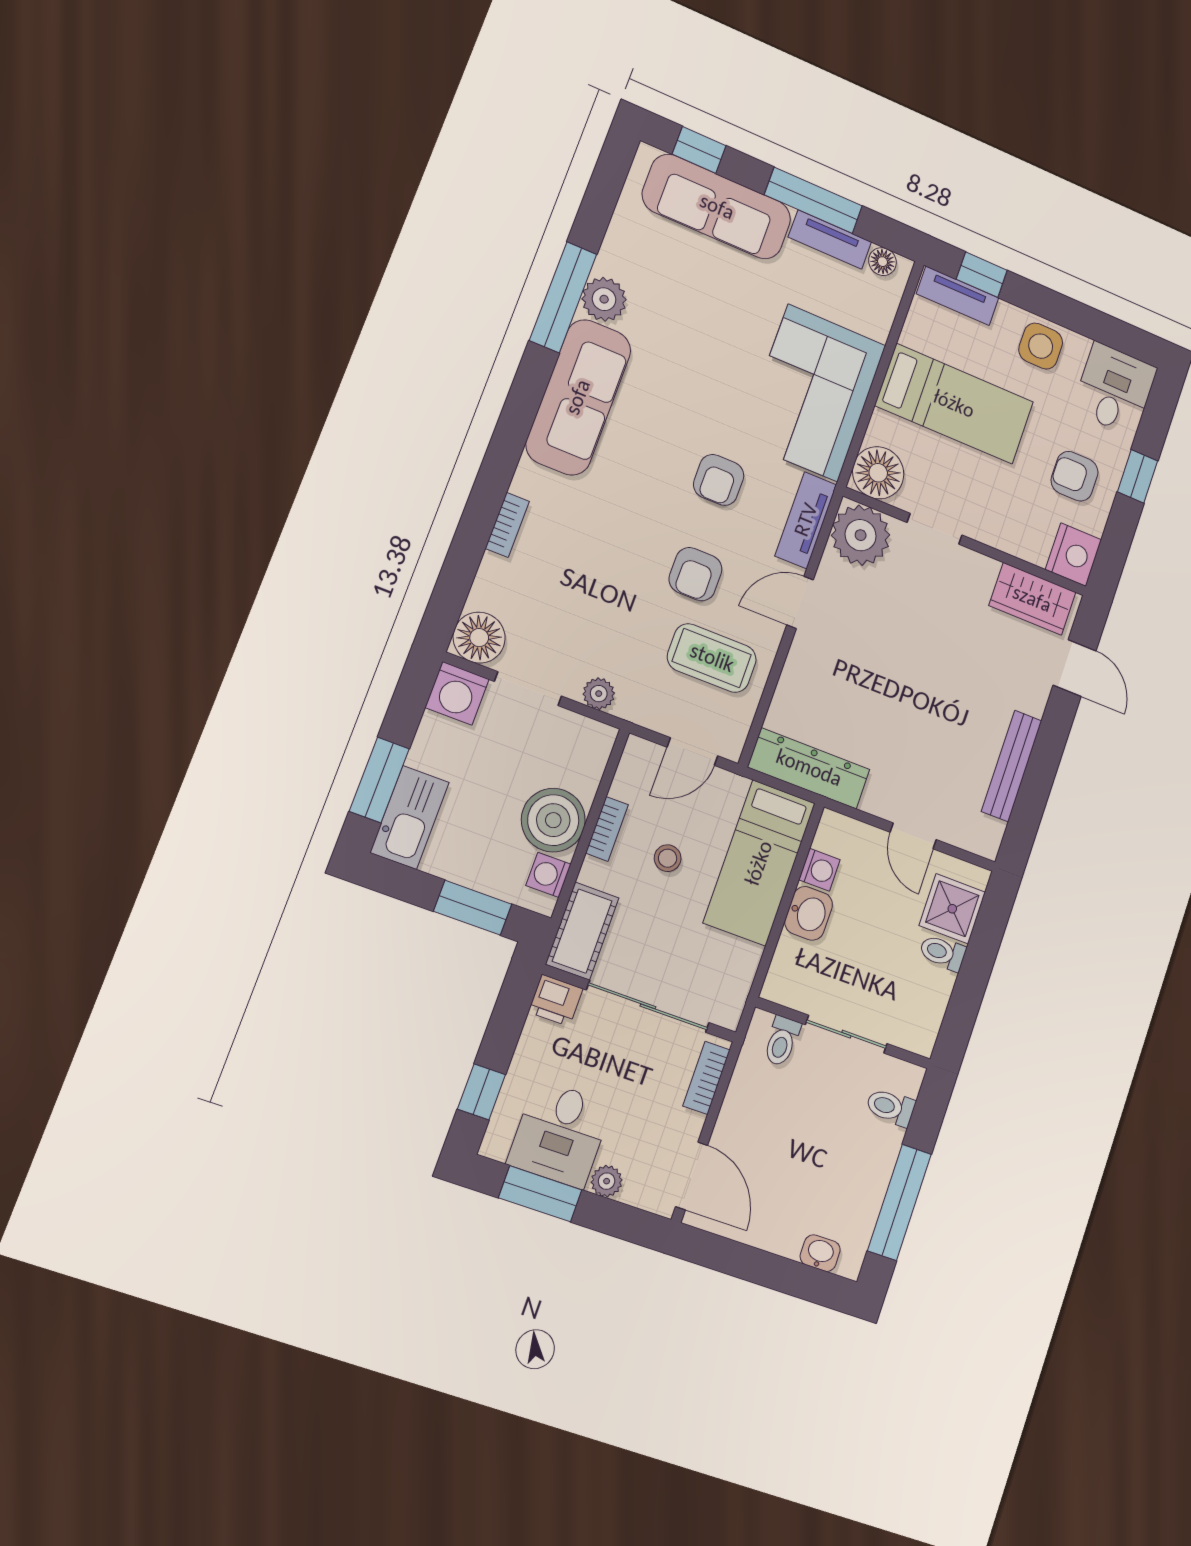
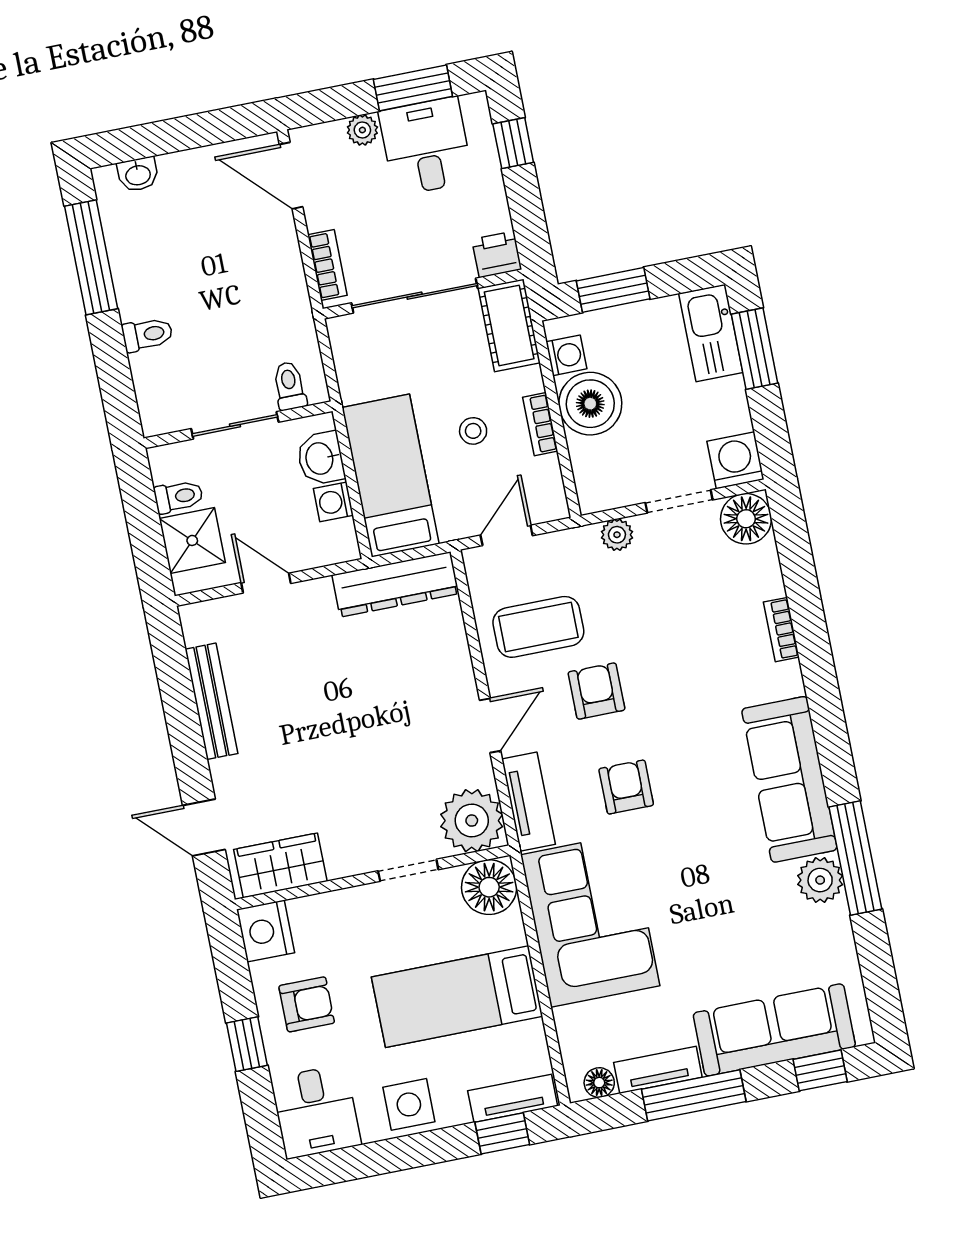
wall: (843, 1033) -> (238, 425), moved
sliding door: (846, 1034) -> (235, 425), moved
toilet: (782, 1041) -> (289, 386), moved

